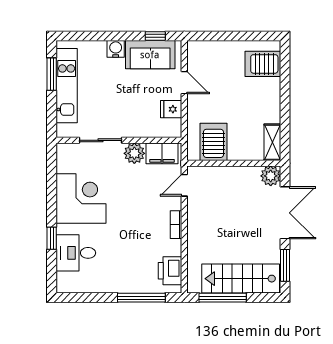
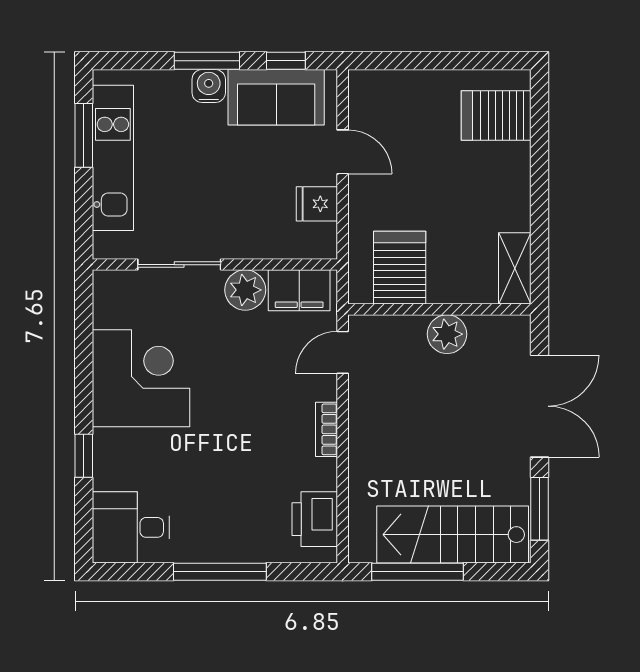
window: (115, 36) -> (207, 61), added
plant: (271, 176) -> (447, 334), moved
desk: (76, 253) -> (131, 527), moved
window: (141, 298) -> (220, 572), moved

